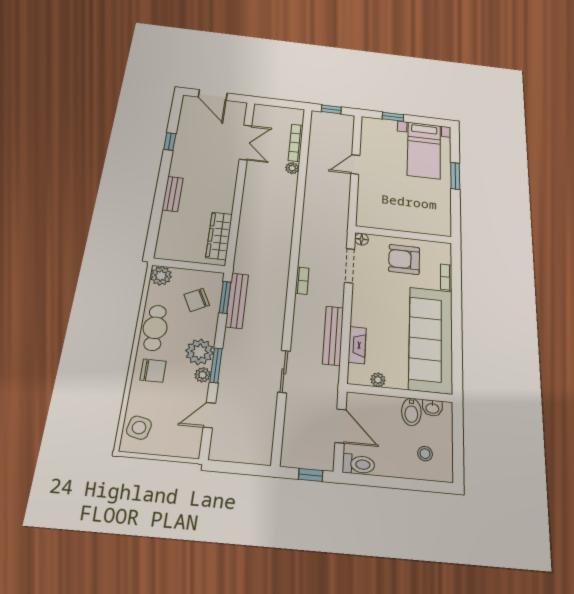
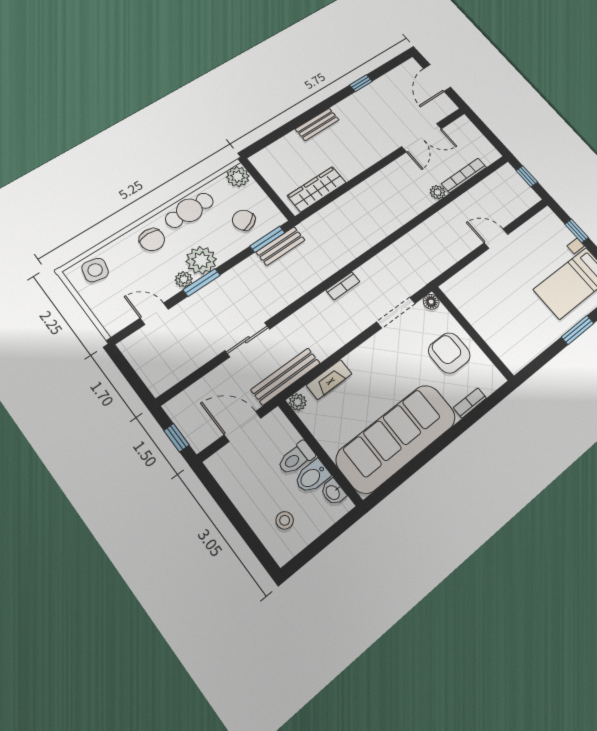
bench: (237, 301) -> (281, 246), width x0.73
bench: (333, 336) -> (286, 376), moved
plant: (378, 380) -> (298, 402), moved
door: (341, 426) -> (243, 426), swing flipped
toilet: (358, 464) -> (296, 458), moved, turned 90

